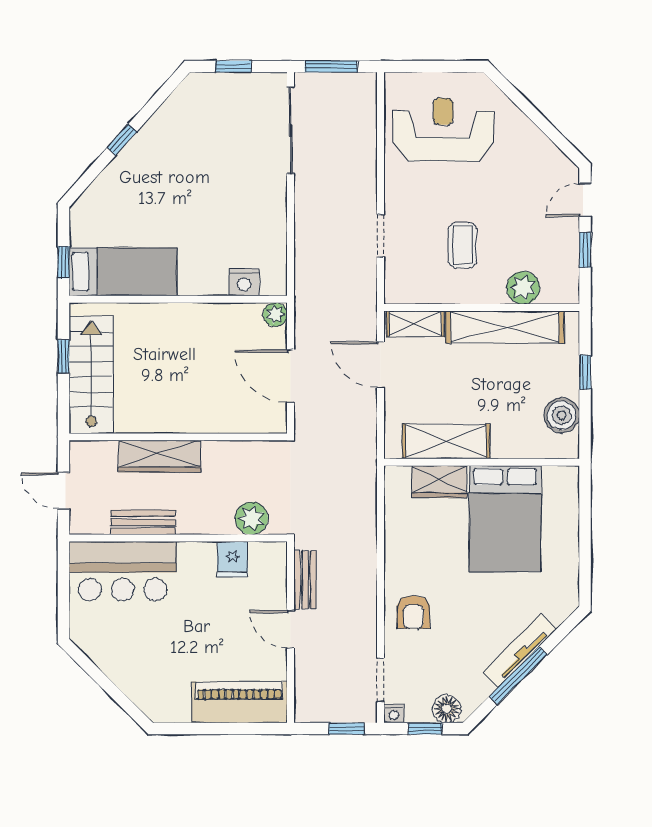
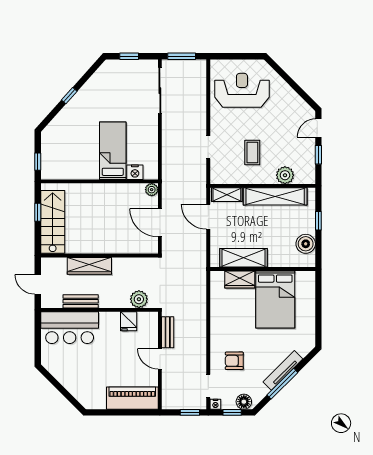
bed: (123, 272) -> (113, 151), moved, turned -90
armchair: (413, 612) -> (234, 361), moved, turned 90

